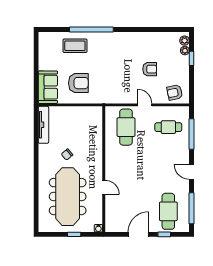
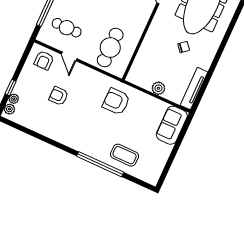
armchair: (78, 83) -> (116, 102), moved
armchair: (175, 93) -> (44, 60), turned 102
door: (145, 105) -> (69, 56), moved
plant: (72, 112) -> (158, 88), added

